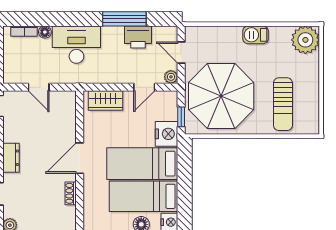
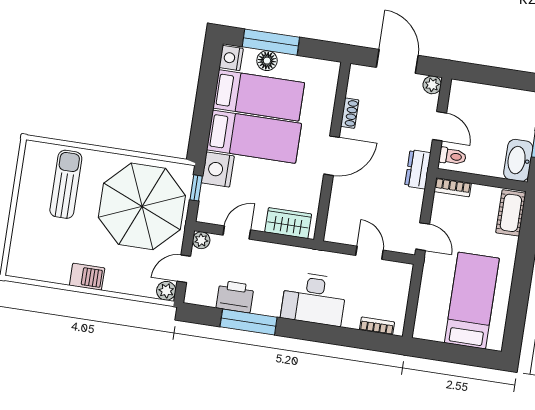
floor lamp: (45, 32) -> (351, 321), removed
plant: (305, 40) -> (166, 291), moved, width x0.53, depth x0.53
door: (181, 53) -> (184, 269), swing flipped

